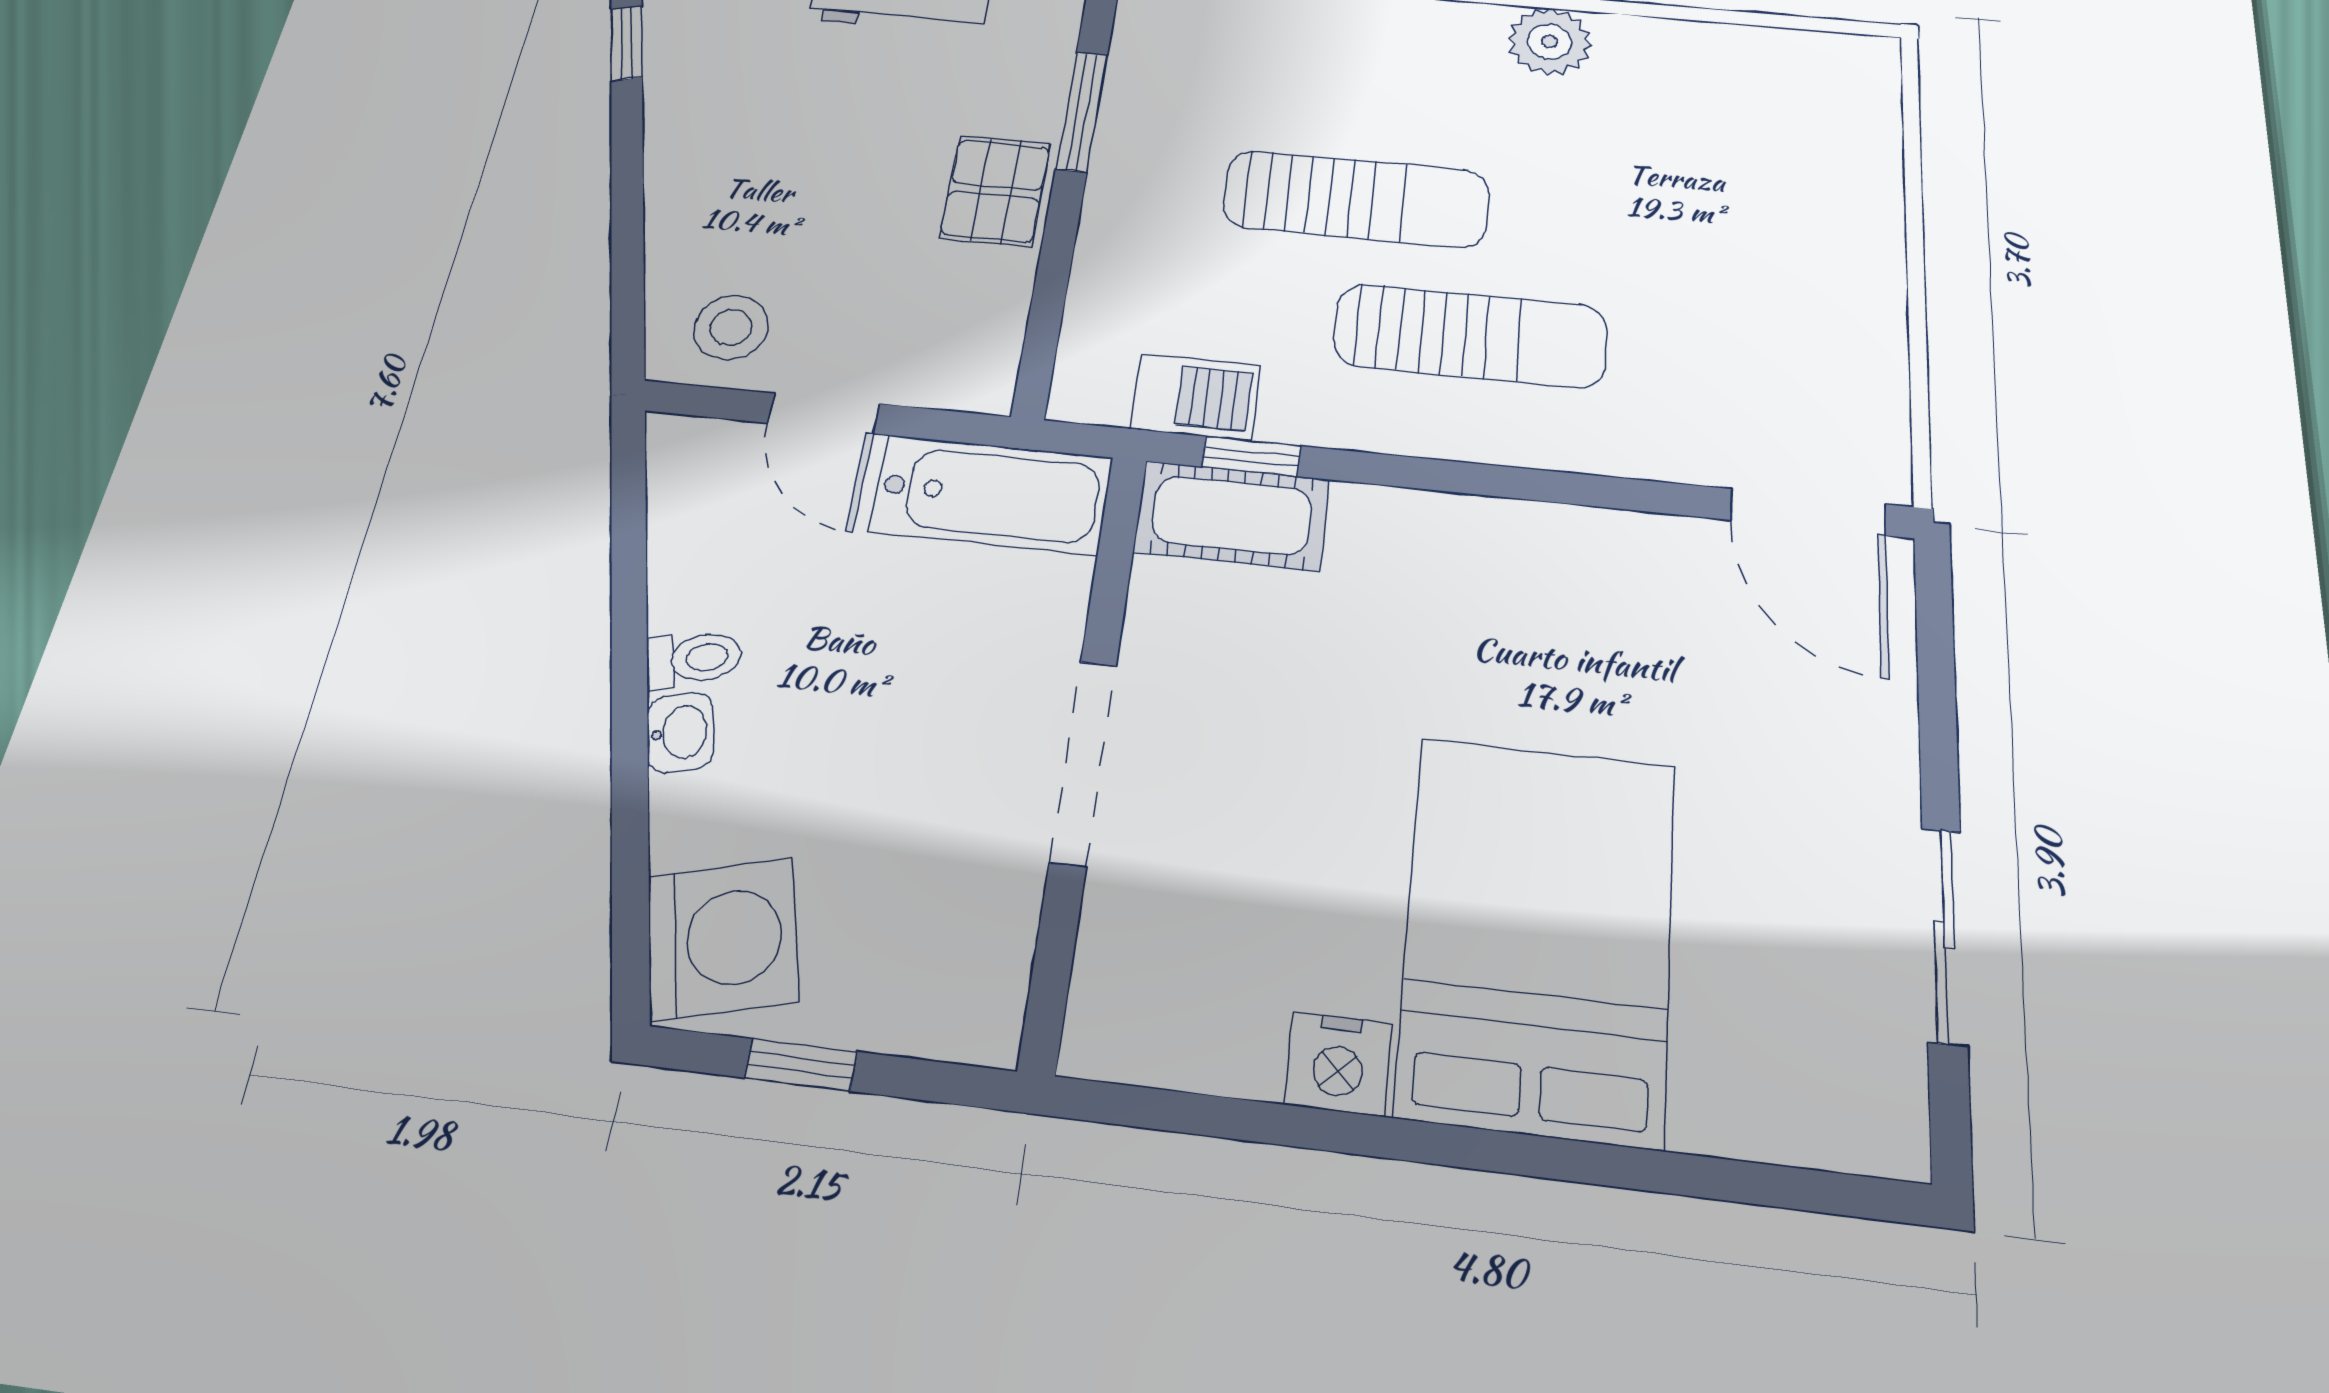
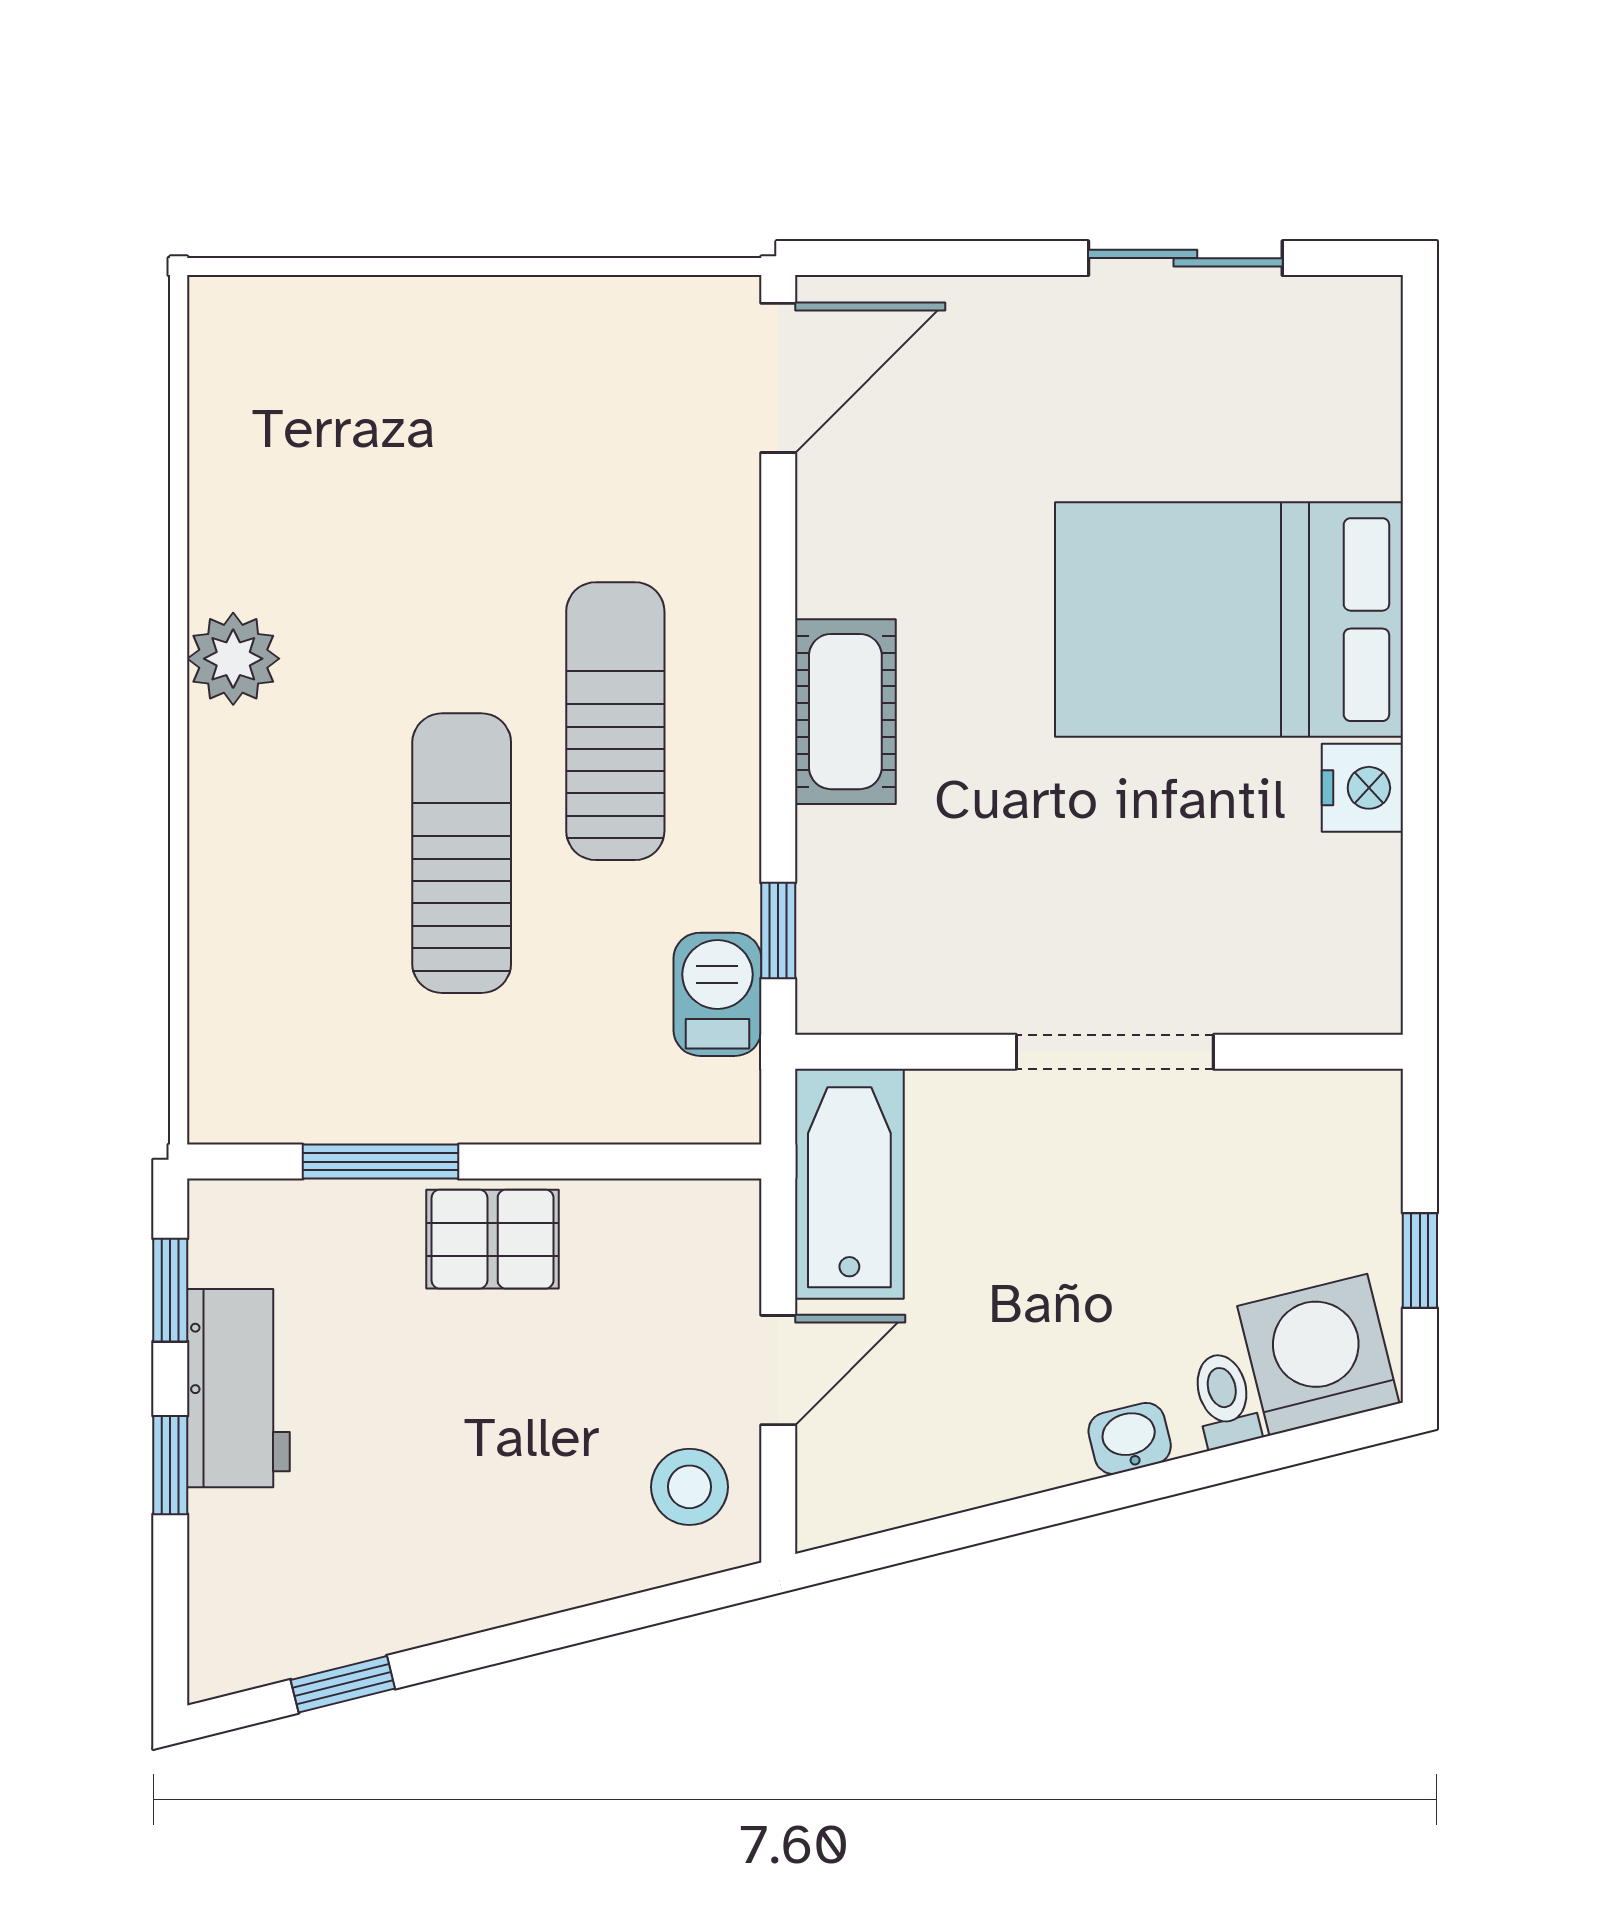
cot: (1232, 515) -> (845, 712), moved
toilet: (694, 659) -> (1225, 1400), moved

